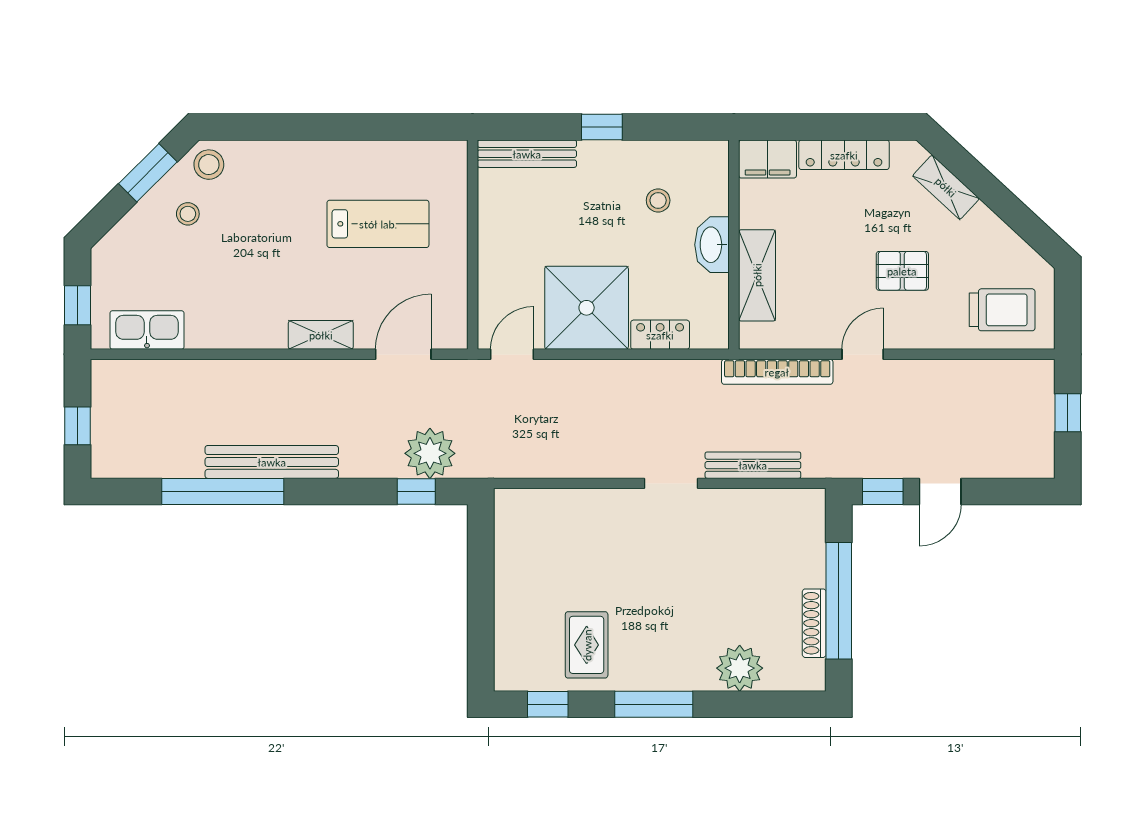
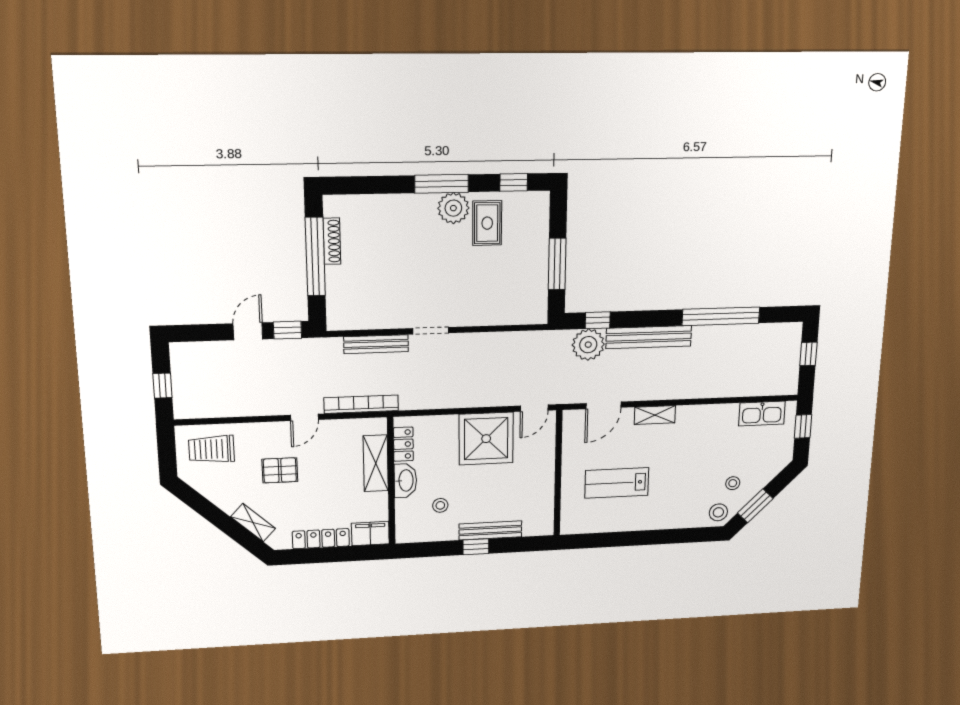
bench: (527, 154) -> (490, 530), moved
locker: (660, 335) -> (403, 444), moved, turned -90
bench: (272, 462) -> (649, 337), moved
window: (481, 581) -> (557, 264), added
plant: (740, 668) -> (453, 208), moved

